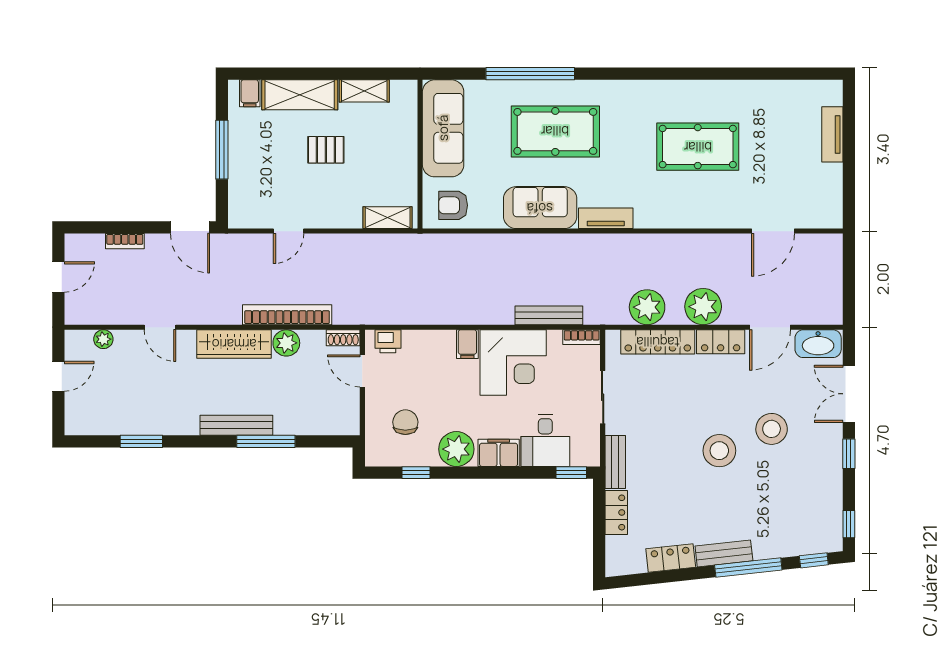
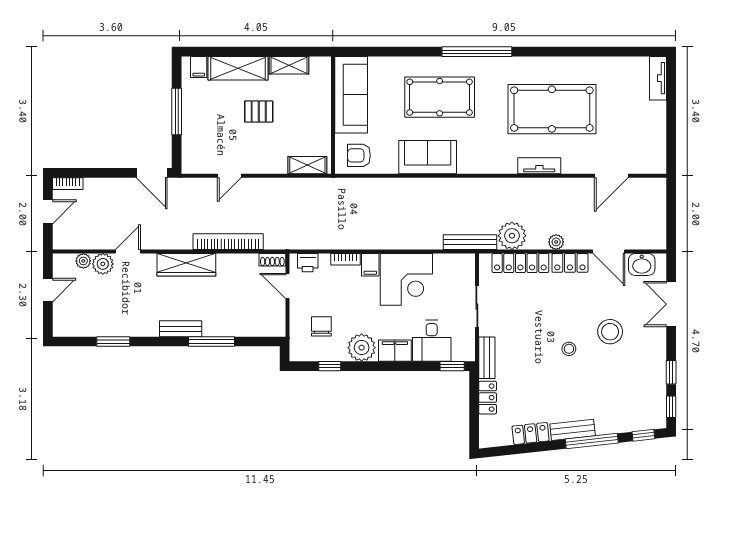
window: (530, 74) -> (477, 52), moved
tv unit: (832, 134) -> (658, 78), moved
pool table: (698, 147) -> (552, 109), width x1.36, depth x1.32
tv unit: (606, 218) -> (539, 166), moved
bookcase: (125, 241) -> (68, 184), moved
plant: (703, 307) -> (556, 242), width x0.53, depth x0.53
bench: (549, 315) -> (470, 242), moved
door: (160, 327) -> (128, 251), swing flipped
door: (770, 327) -> (609, 251), hinge flipped
bookcase: (582, 337) -> (345, 259), moved
plant: (286, 343) -> (103, 264), moved
washbasin: (818, 344) -> (642, 264), width x0.72
bench: (236, 425) -> (181, 329), width x0.73
stool: (719, 451) -> (569, 349), width x0.53, depth x0.53
window: (849, 454) -> (671, 372), moved

